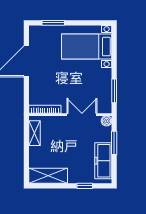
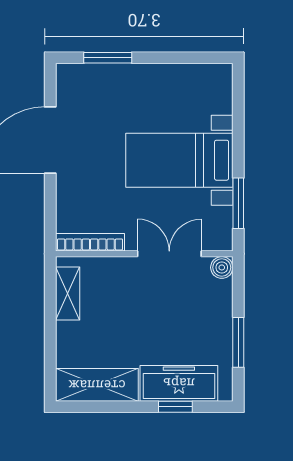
bed with nightstands: (87, 47) -> (179, 160), moved
window: (114, 143) -> (238, 342), moved
freezer: (103, 161) -> (179, 383), moved, turned 90

